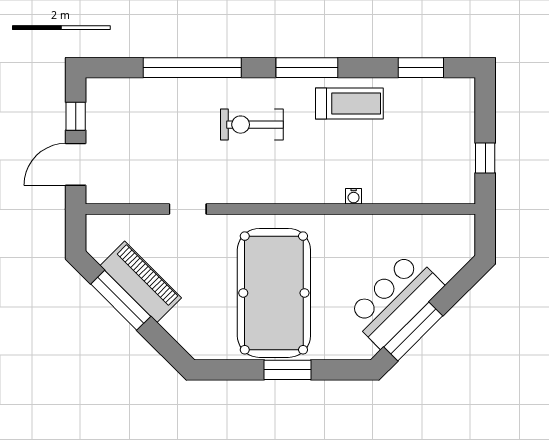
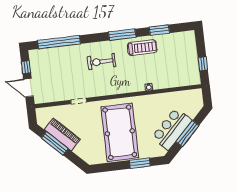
window: (192, 68) -> (59, 42), moved
window: (421, 68) -> (159, 30), moved
door: (76, 164) -> (28, 88), hinge flipped
window: (413, 331) -> (187, 134), moved
window: (287, 370) -> (140, 163), moved

